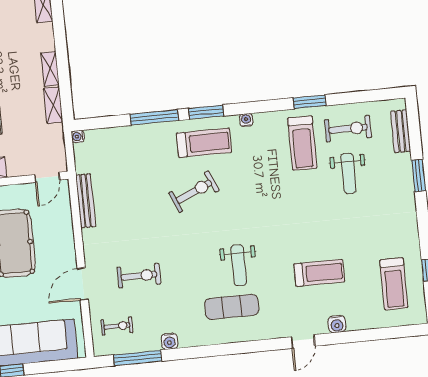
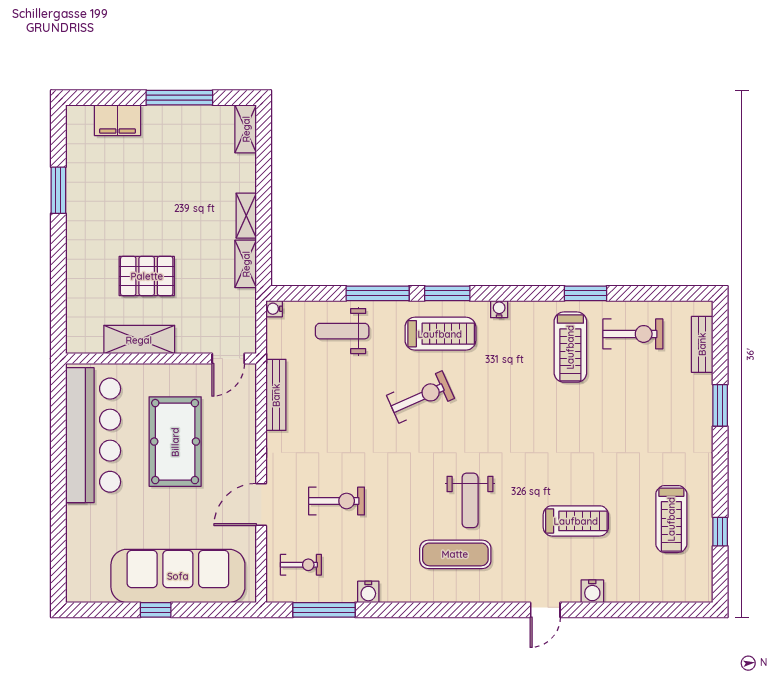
weight bench: (348, 173) -> (342, 331), moved, turned 90
treadmill: (394, 284) -> (671, 519), moved

